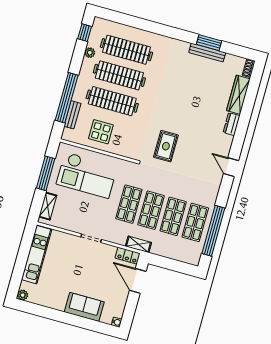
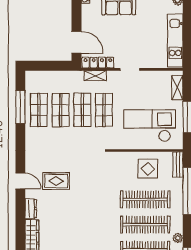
bench: (72, 115) -> (178, 164), moved
rug: (166, 146) -> (56, 181), moved, turned 90
door: (231, 167) -> (20, 181), moved
window: (213, 231) -> (20, 107), width x0.68
shelving: (138, 244) -> (95, 76), moved
locker: (128, 256) -> (98, 63), width x1.53

